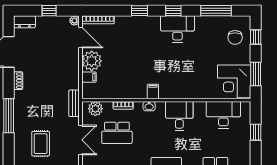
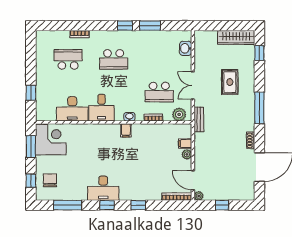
dresser: (24, 22) -> (245, 195), removed
plant: (92, 61) -> (187, 154), width x0.53, depth x0.53
desk: (223, 115) -> (72, 109), moved
school desk: (117, 133) -> (159, 92), turned 180

